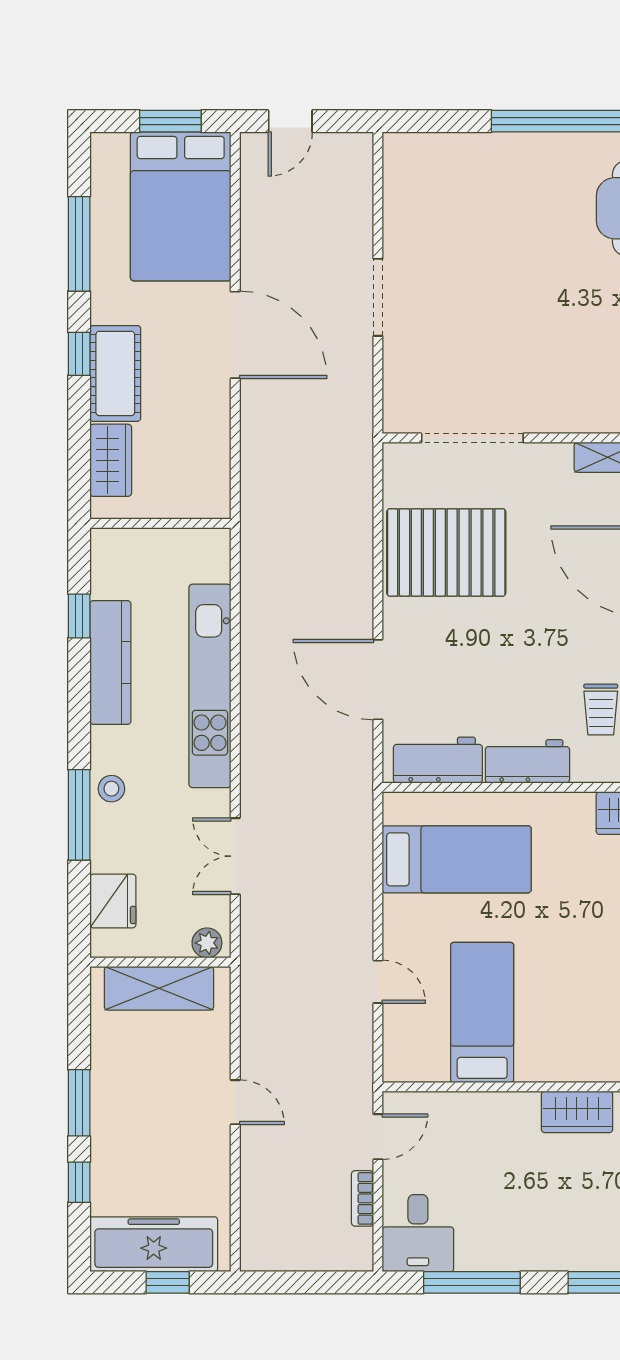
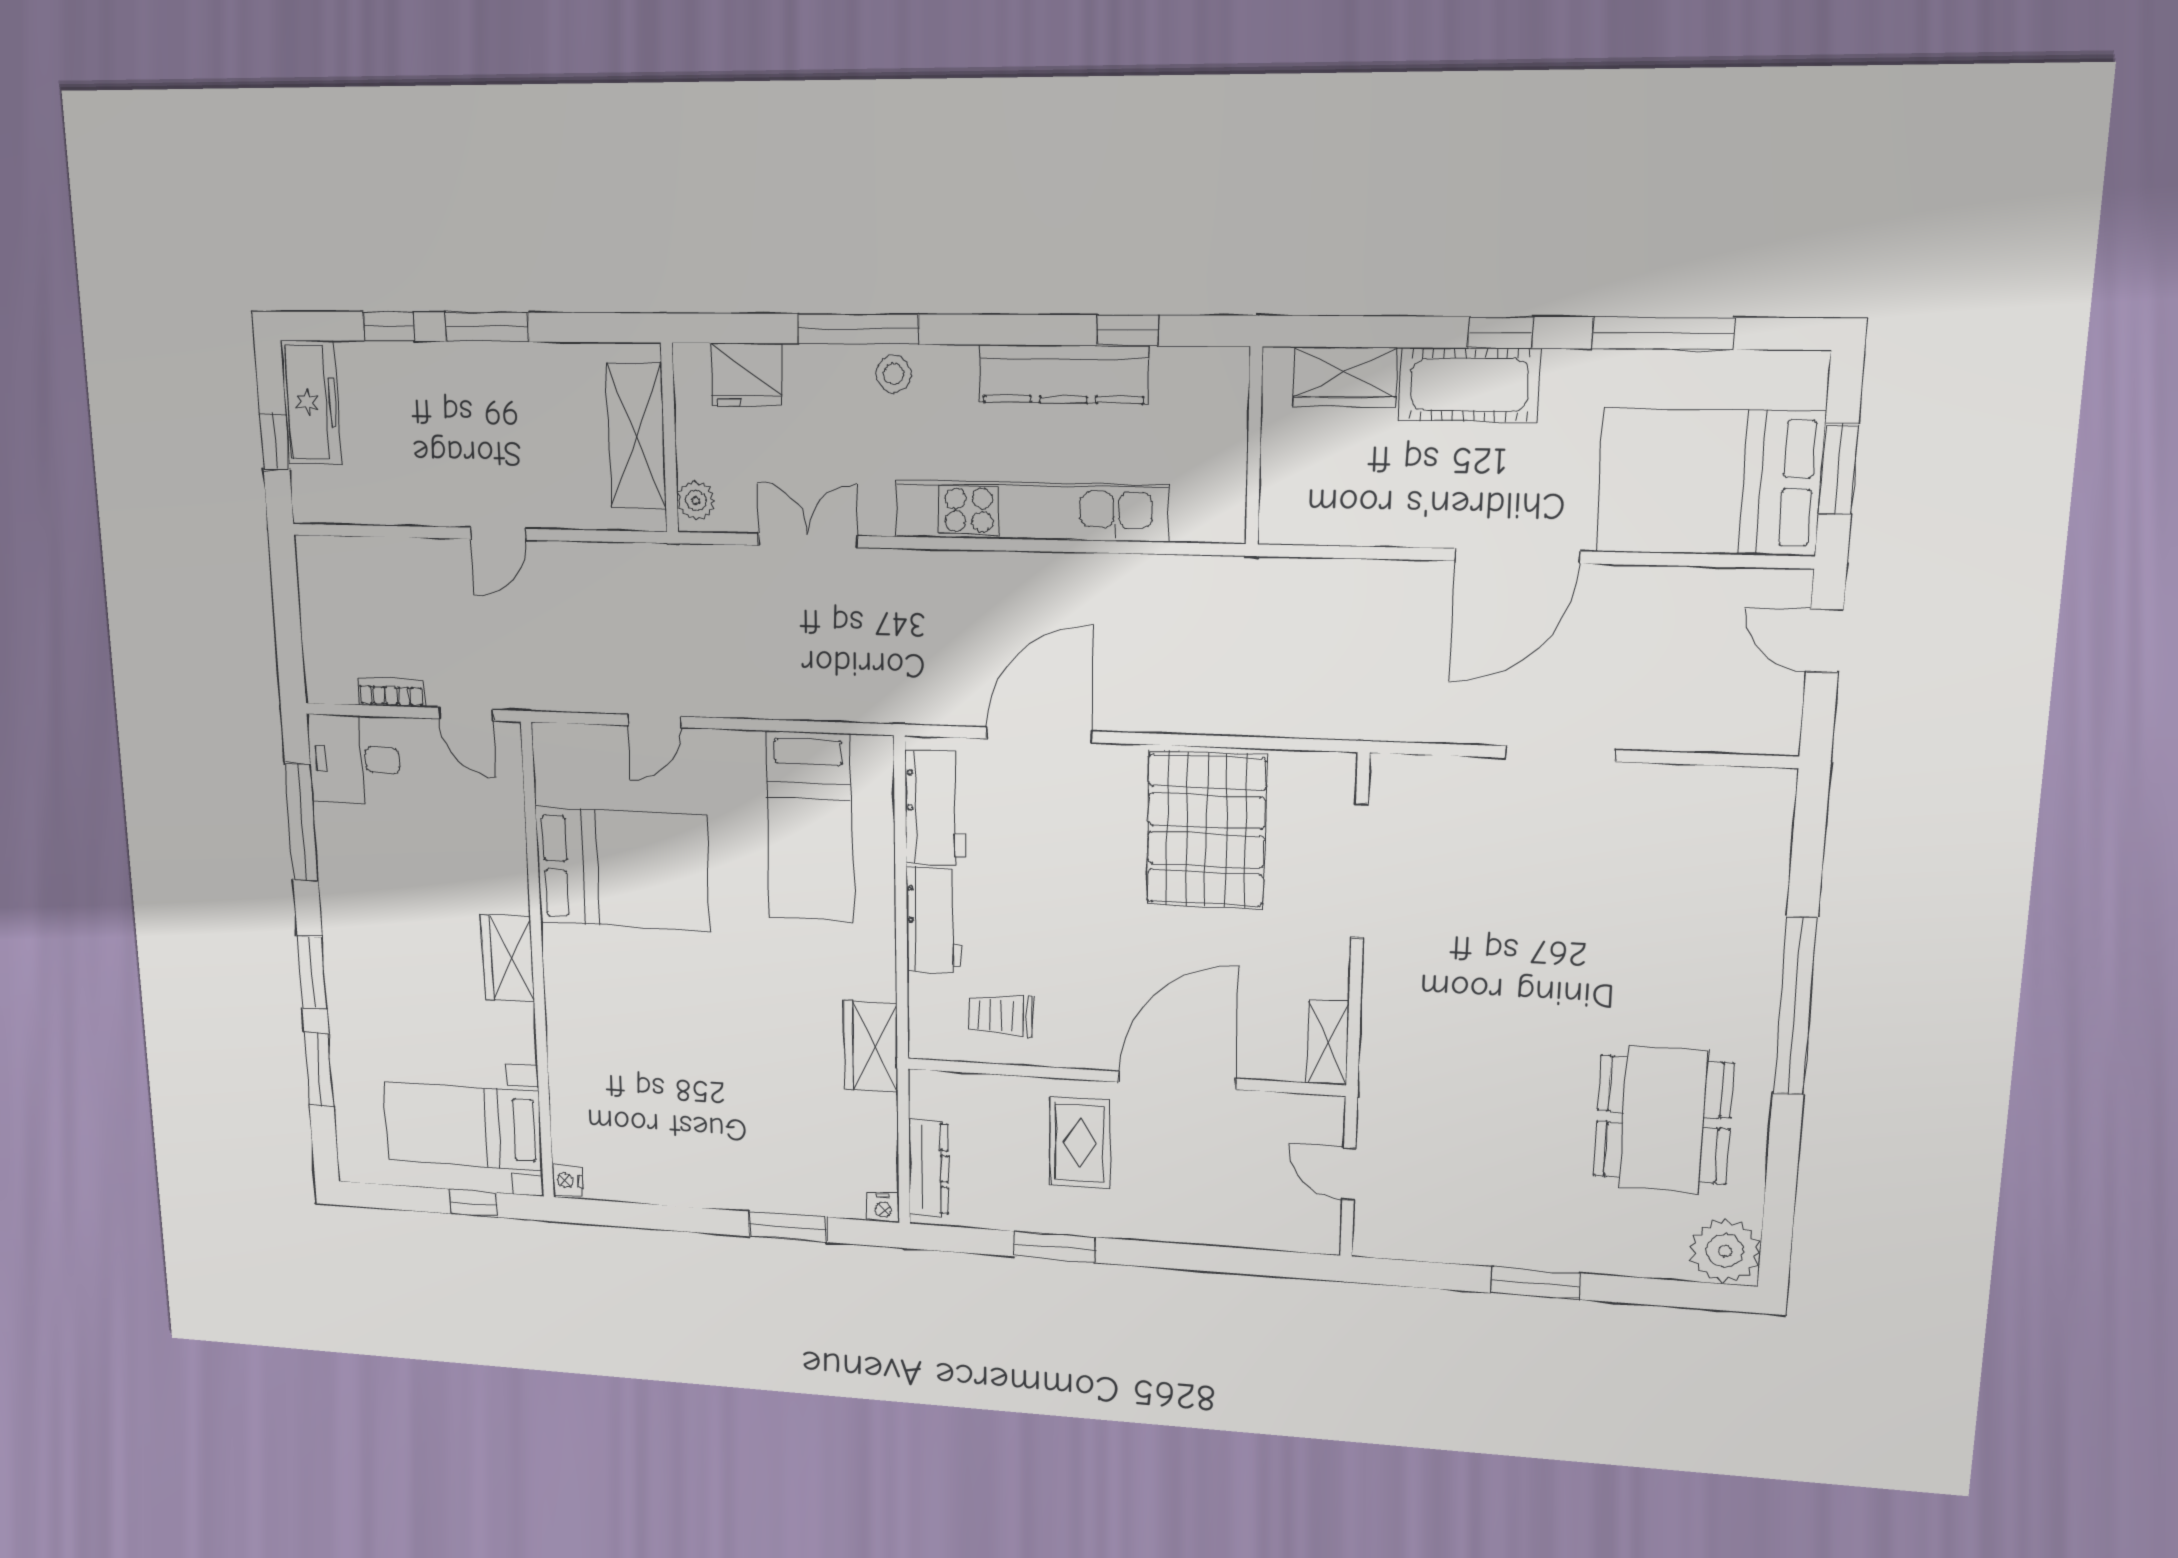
bed: (482, 1013) -> (622, 869), width x1.50
freezer: (154, 1244) -> (311, 402), width x0.73, depth x0.79

